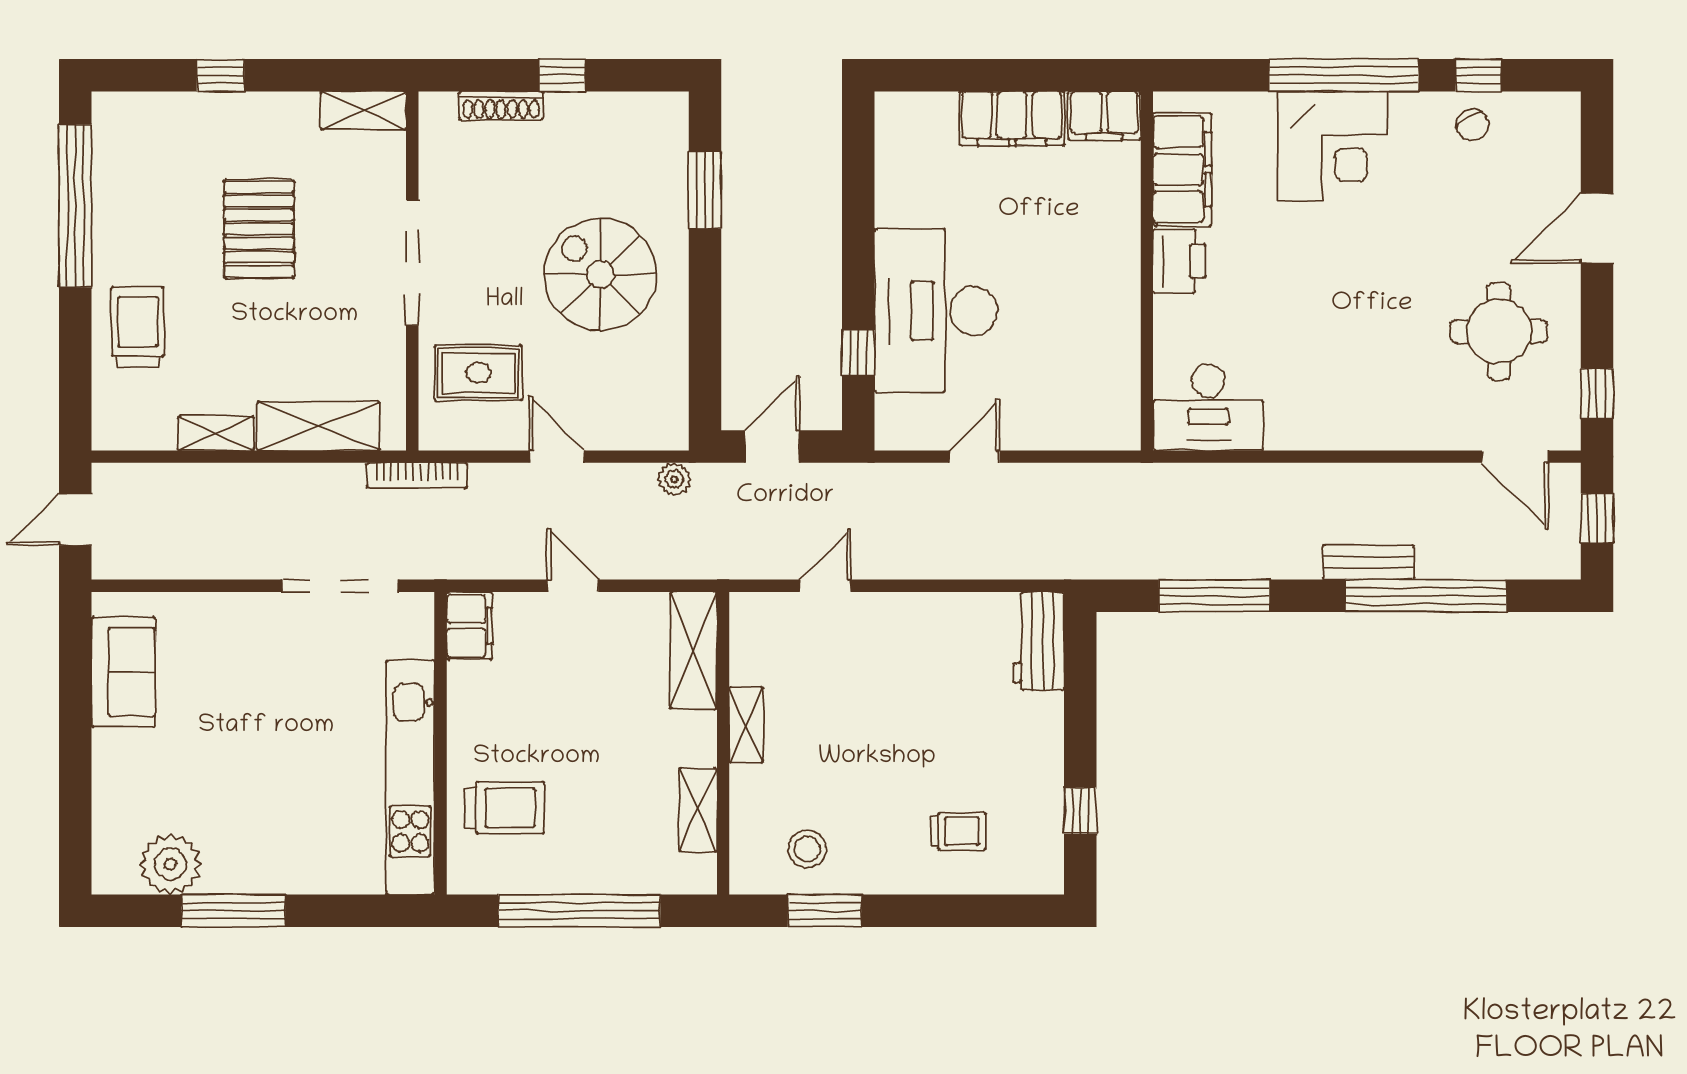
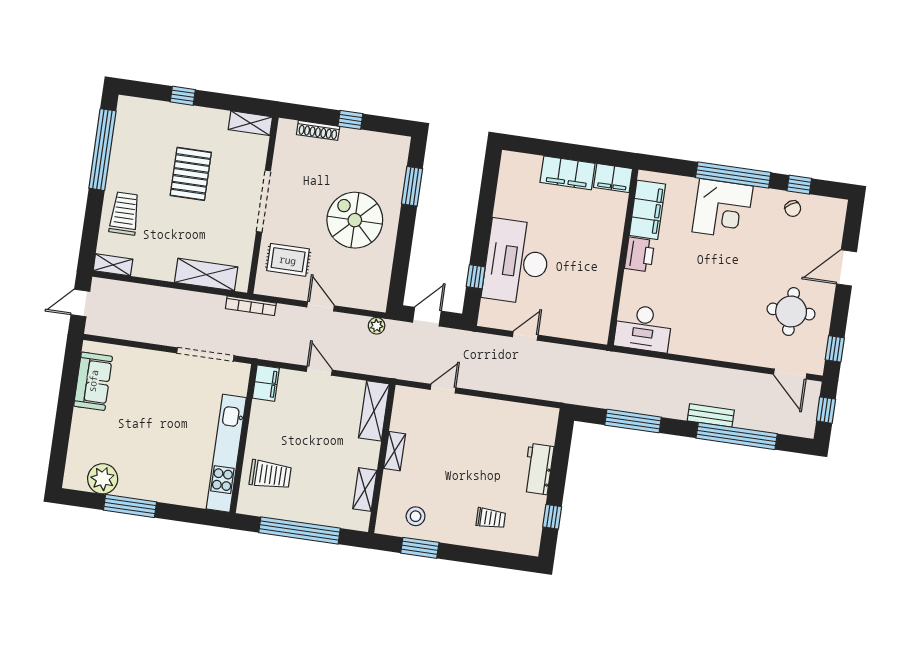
shelving: (216, 433) -> (113, 265), moved
workbench: (1039, 641) -> (538, 469), moved

